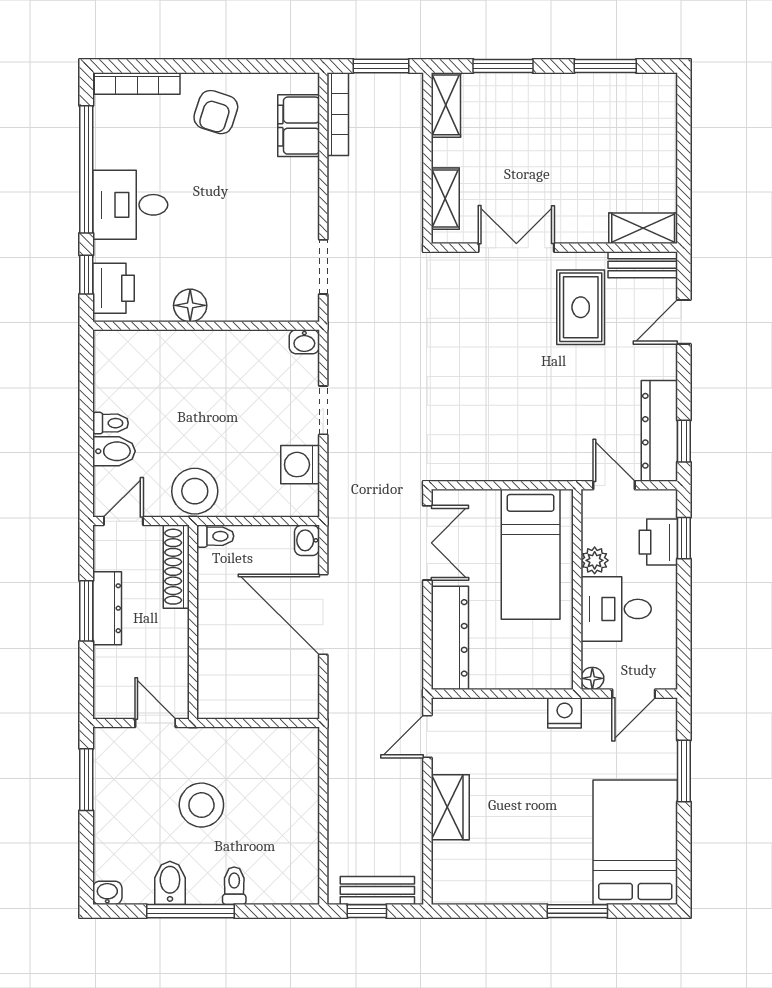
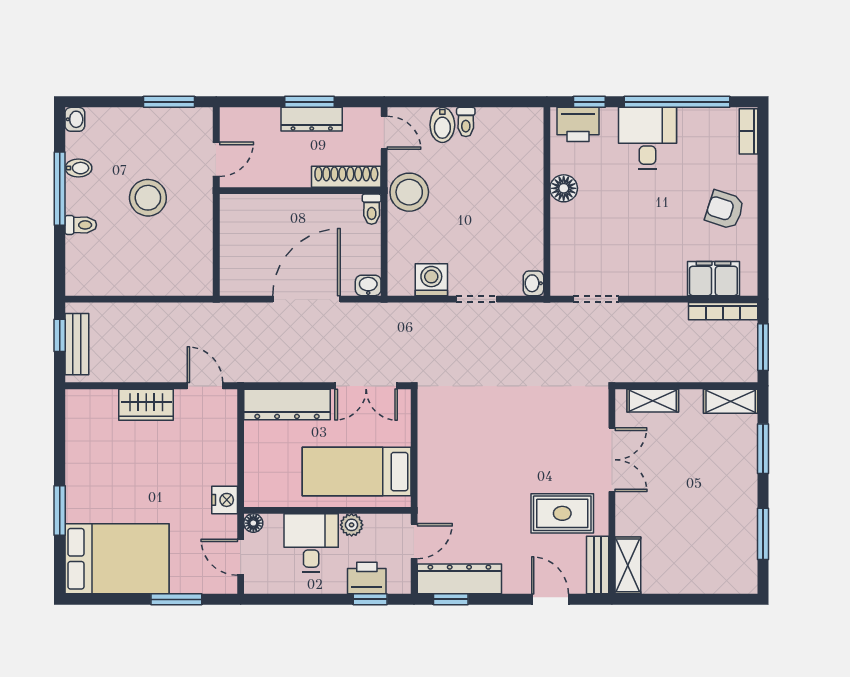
bookcase: (137, 83) -> (748, 131), width x0.64
bidet: (170, 883) -> (78, 168), width x0.72, depth x0.74

